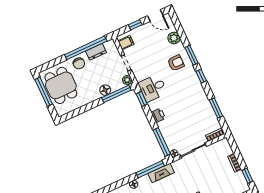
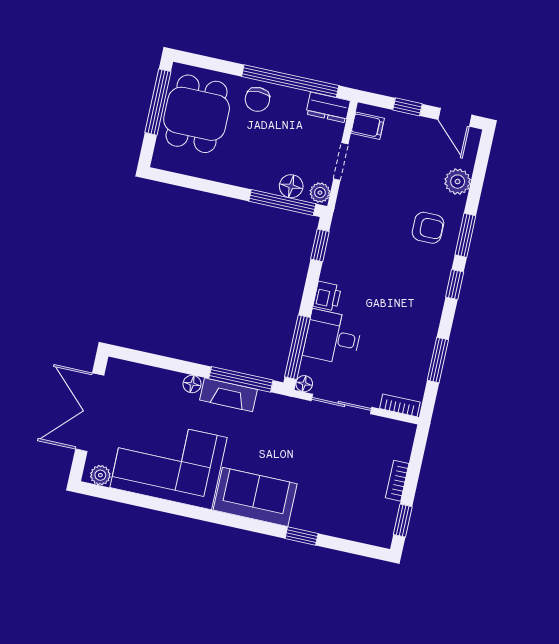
dresser: (96, 52) -> (328, 107), moved
desk: (153, 88) -> (333, 337), moved
floor lamp: (105, 90) -> (291, 186), moved
fireplace: (161, 173) -> (228, 395), moved

